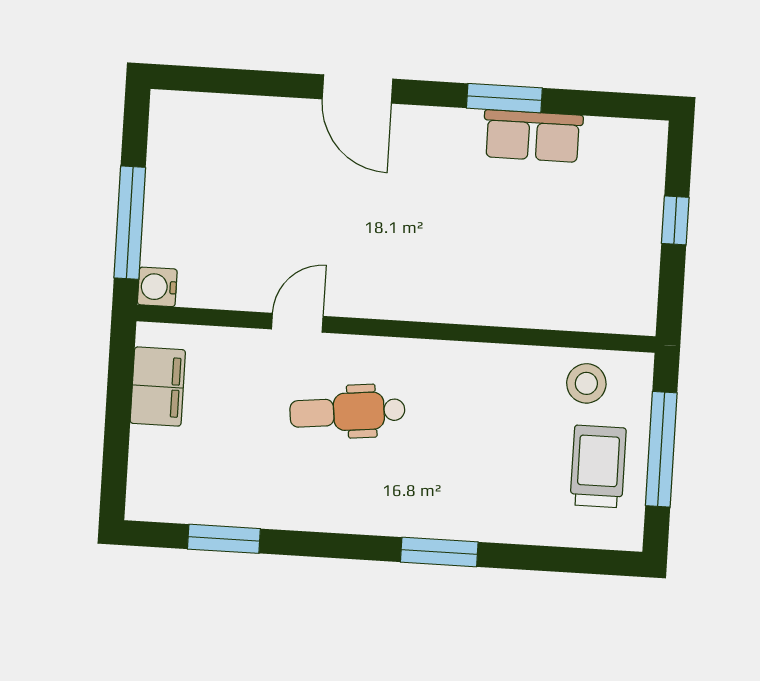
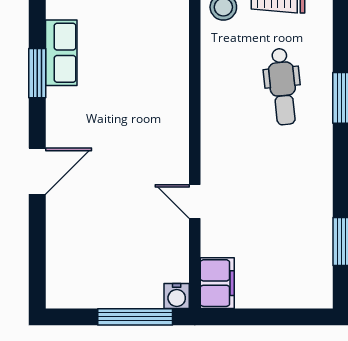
filing cabinet: (158, 387) -> (217, 283), moved, turned 90
dental chair: (347, 412) -> (283, 87), moved

